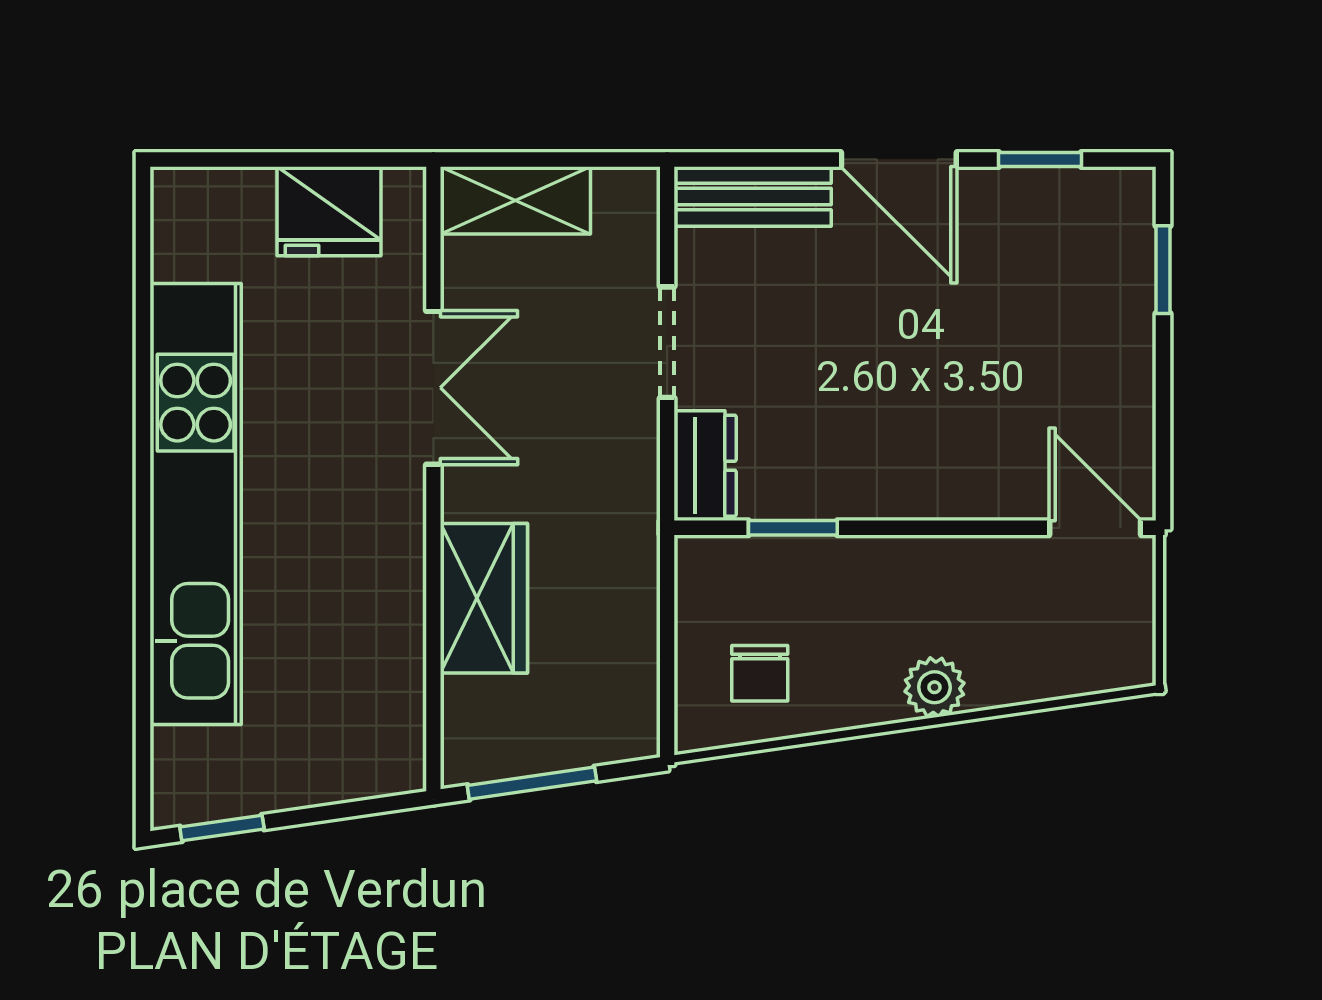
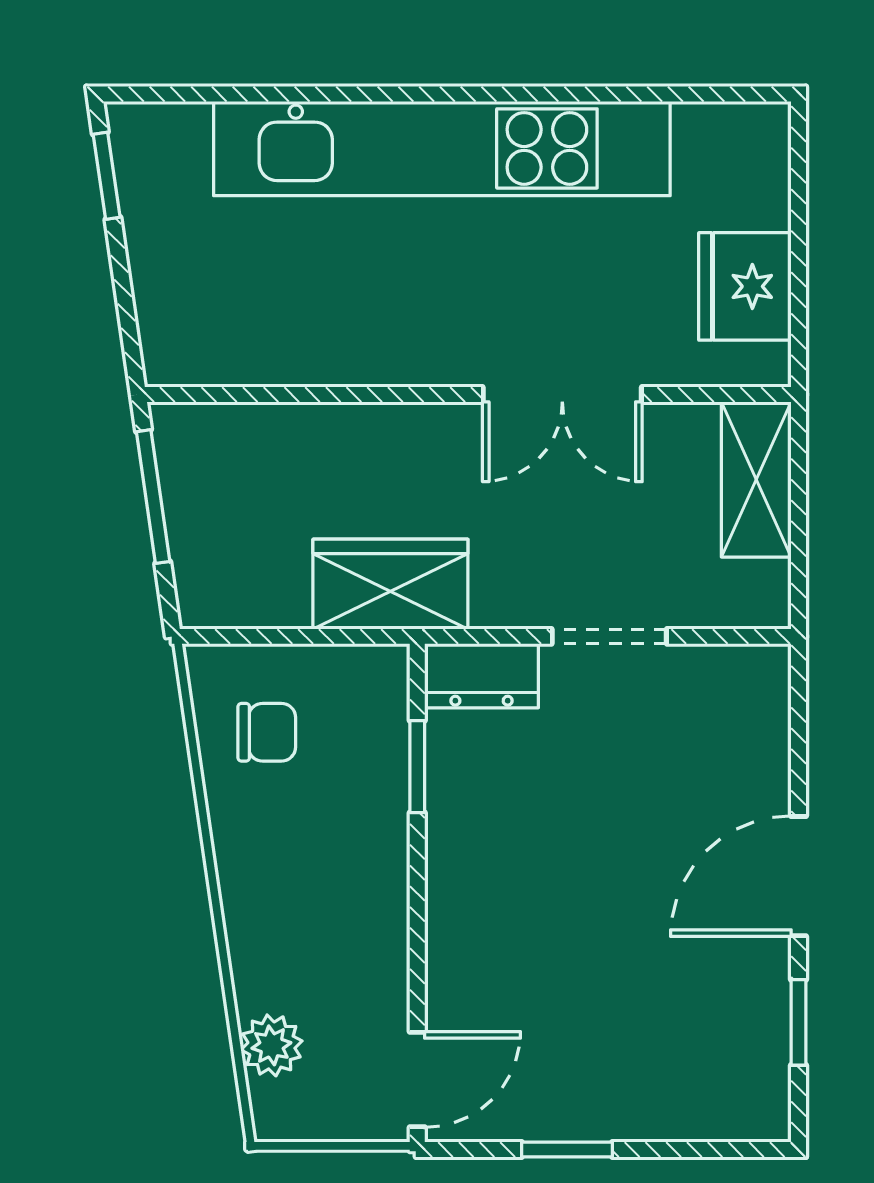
bench: (753, 197) -> (760, 725), removed
window: (1163, 270) -> (567, 1150), moved
wardrobe: (484, 598) -> (390, 584), moved, turned 180
chair: (760, 673) -> (267, 732), turned 180
plant: (934, 687) -> (271, 1045), moved

